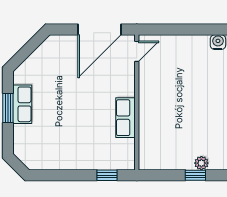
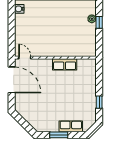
row of seats: (22, 104) -> (71, 126), moved
window: (107, 175) -> (99, 102), moved

